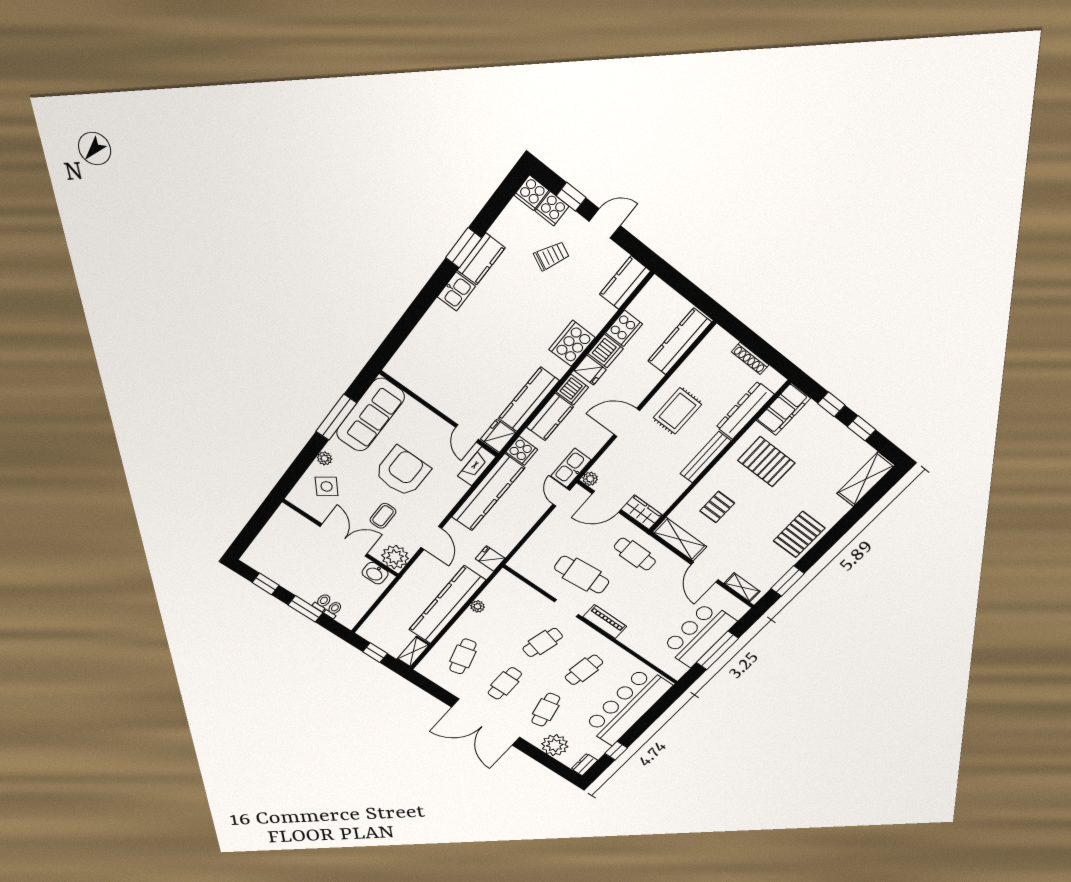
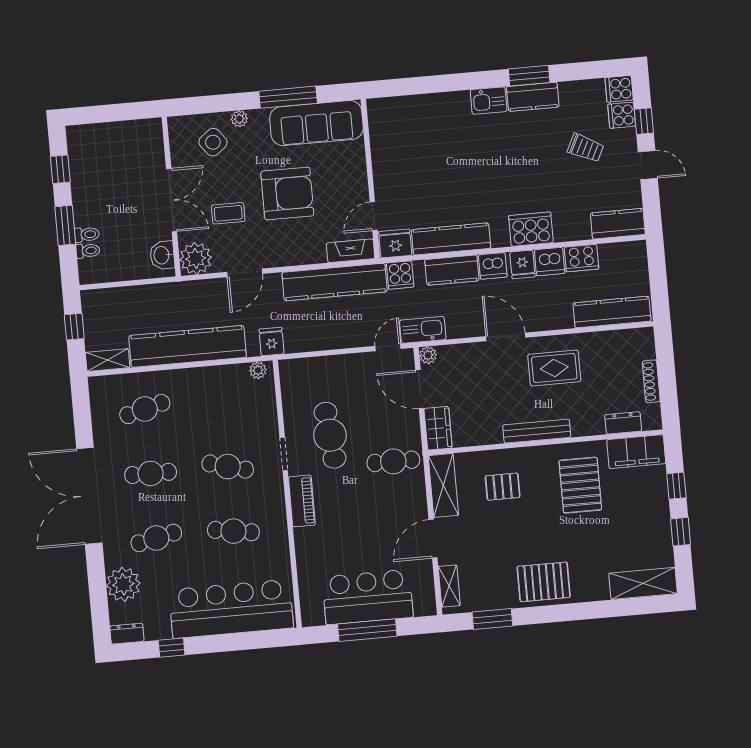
dresser: (745, 411) -> (623, 423), width x0.51, depth x0.80
cafe table: (635, 554) -> (393, 461), turned 90
plant: (477, 606) -> (258, 370), moved

